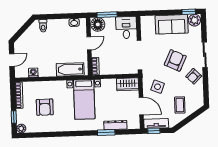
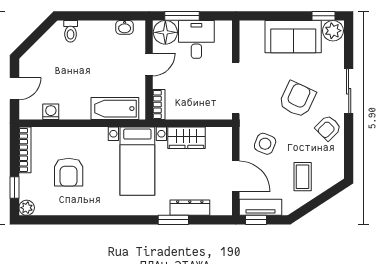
desk: (126, 28) -> (196, 39), moved
wardrobe: (128, 84) -> (186, 138), moved

